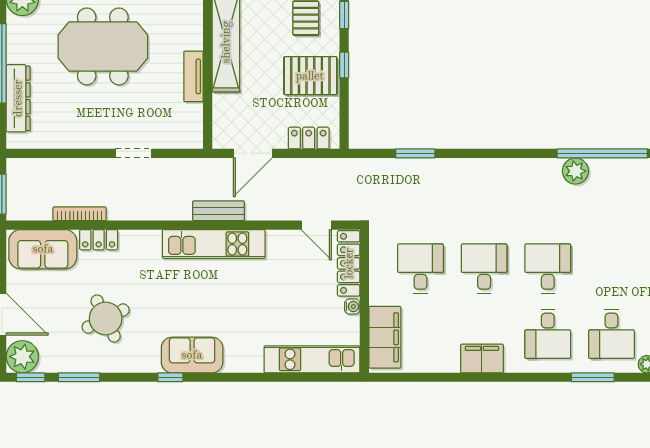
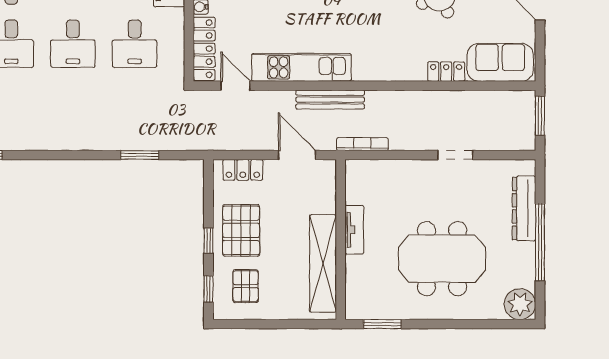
pallet: (310, 76) -> (241, 230), turned 90
doorway: (134, 153) -> (455, 155), moved
door: (253, 153) -> (297, 155), hinge flipped
bench: (218, 211) -> (330, 100), width x1.36
bookcase: (80, 214) -> (362, 144), moved, turned 180
kitchen unit: (214, 244) -> (301, 67), moved

